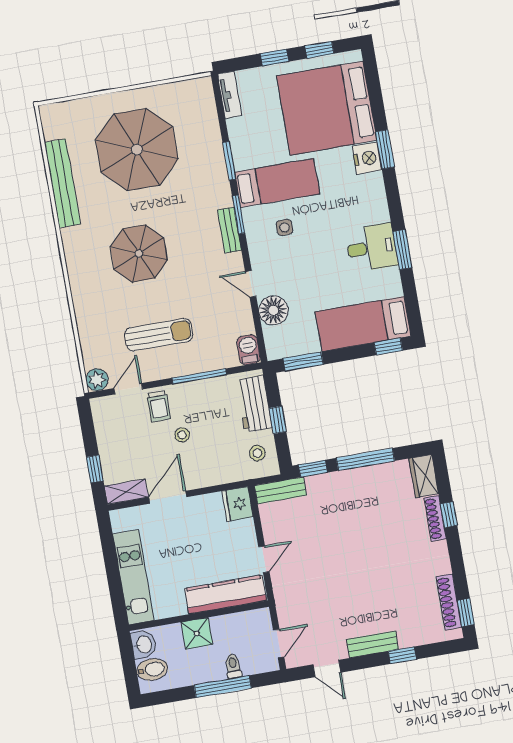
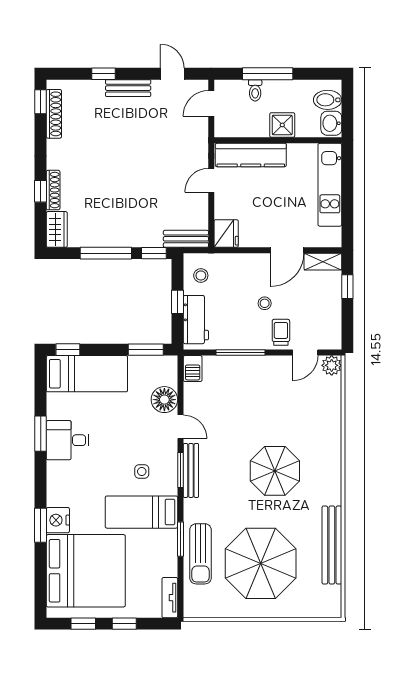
window: (239, 215) -> (180, 470), moved
bench: (229, 230) -> (191, 470), width x1.36
sun lounger: (159, 335) -> (200, 554), moved, turned -90

